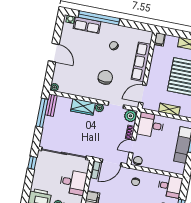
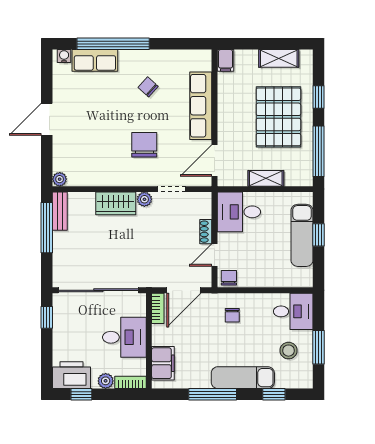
door: (54, 53) -> (47, 119), swing flipped
plant: (130, 116) -> (201, 203), removed

